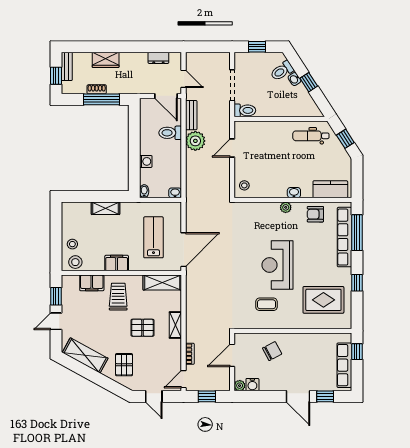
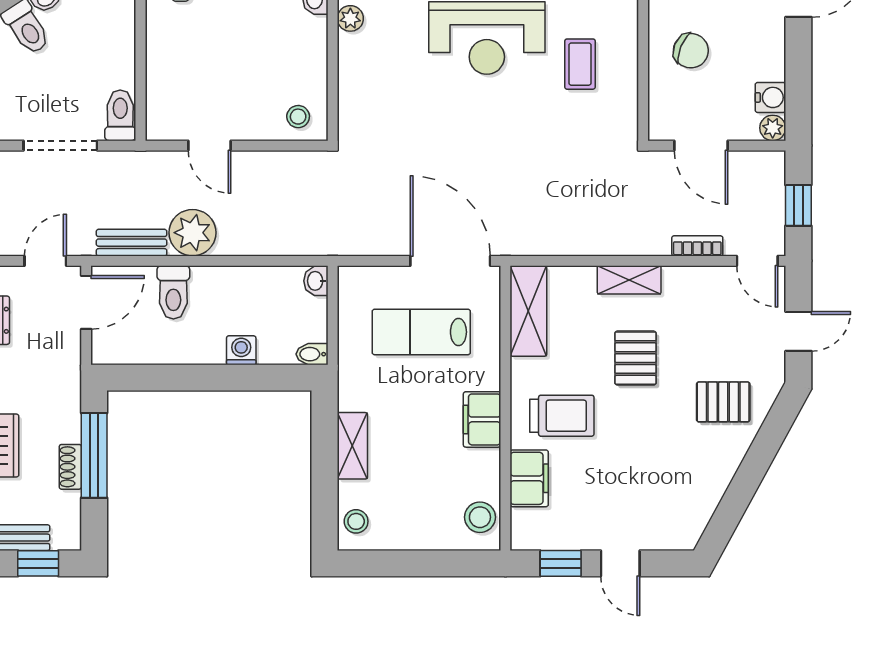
stool: (72, 244) -> (356, 521), moved
trolley: (118, 297) -> (562, 416), turned 180
chair: (272, 351) -> (691, 51), turned 140
shelving: (85, 355) -> (701, 494), removed

